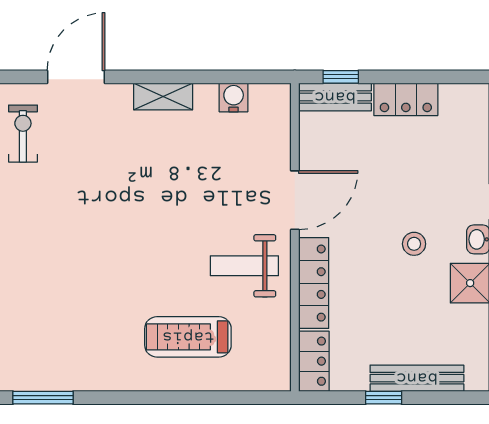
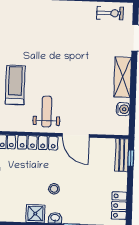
shelving: (163, 96) -> (123, 77), width x1.50, depth x1.33
locker: (406, 99) -> (119, 206), moved

